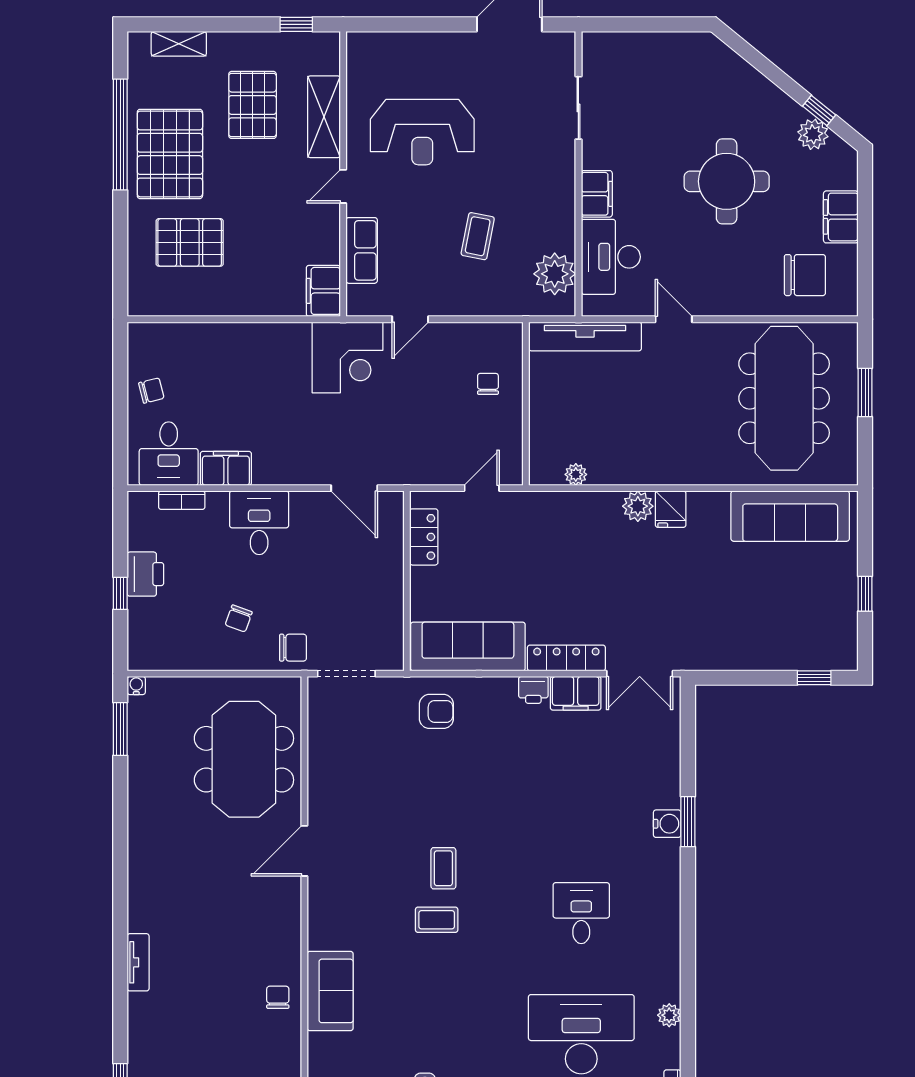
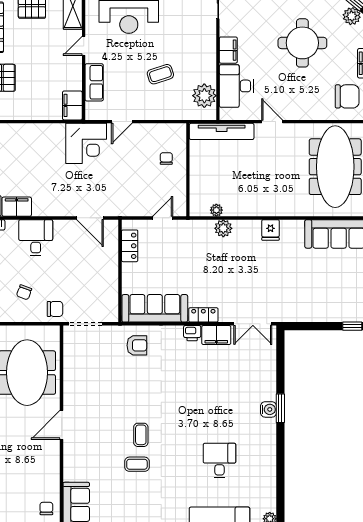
coffee table: (478, 236) -> (160, 74), turned 61
plant: (638, 506) -> (223, 228), moved
locker: (566, 658) -> (203, 315), width x0.66

